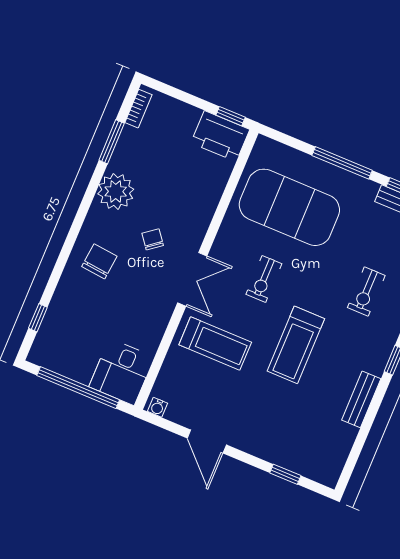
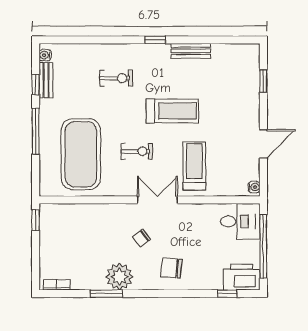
printer: (220, 136) -> (242, 277), moved, turned -90
window: (112, 142) -> (107, 294), moved

